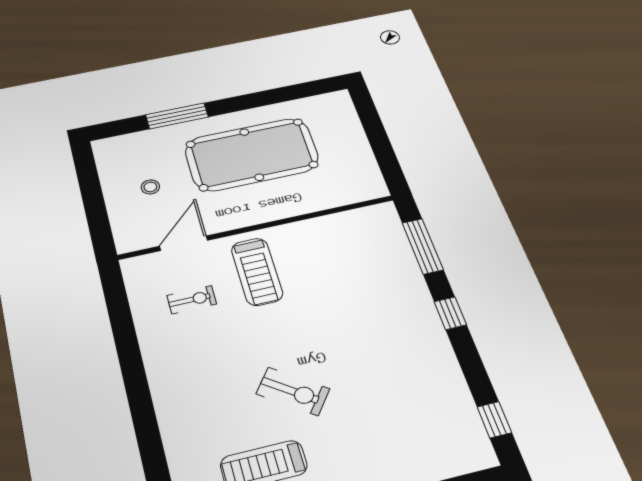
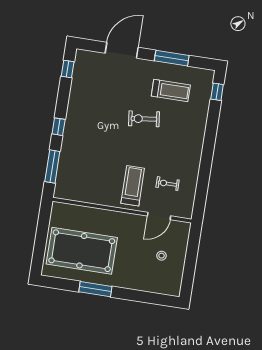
window: (177, 116) -> (95, 289), moved
pool table: (252, 154) -> (82, 251), moved
exercise bike: (293, 391) -> (144, 119), turned -44

